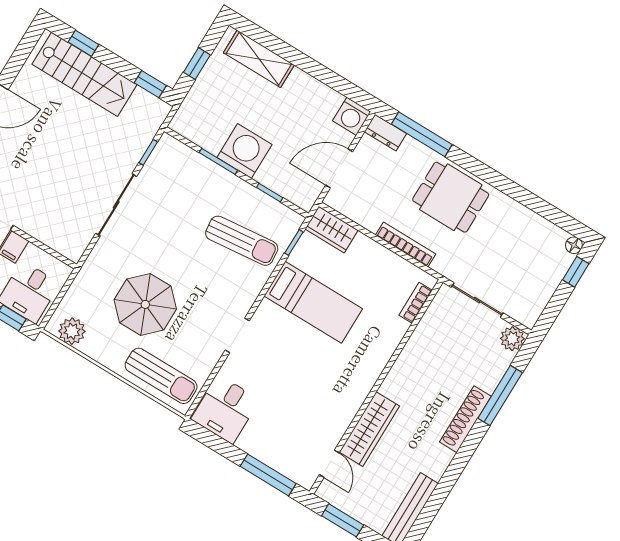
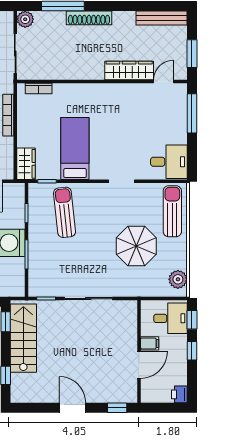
stairs: (85, 74) -> (23, 338), moved

